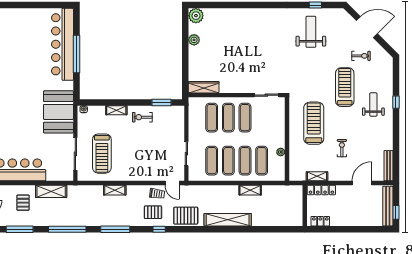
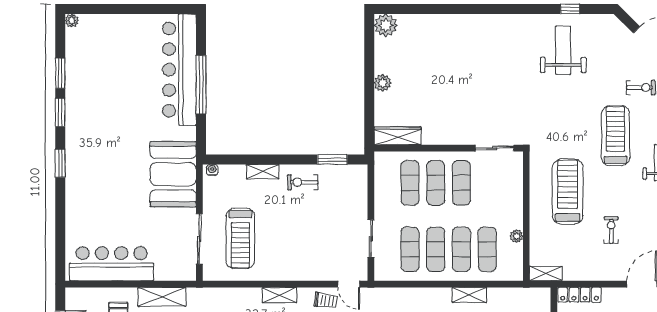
plant: (194, 40) -> (383, 83), moved
shelving: (317, 176) -> (546, 274), moved
shelving: (115, 190) -> (280, 295), moved

